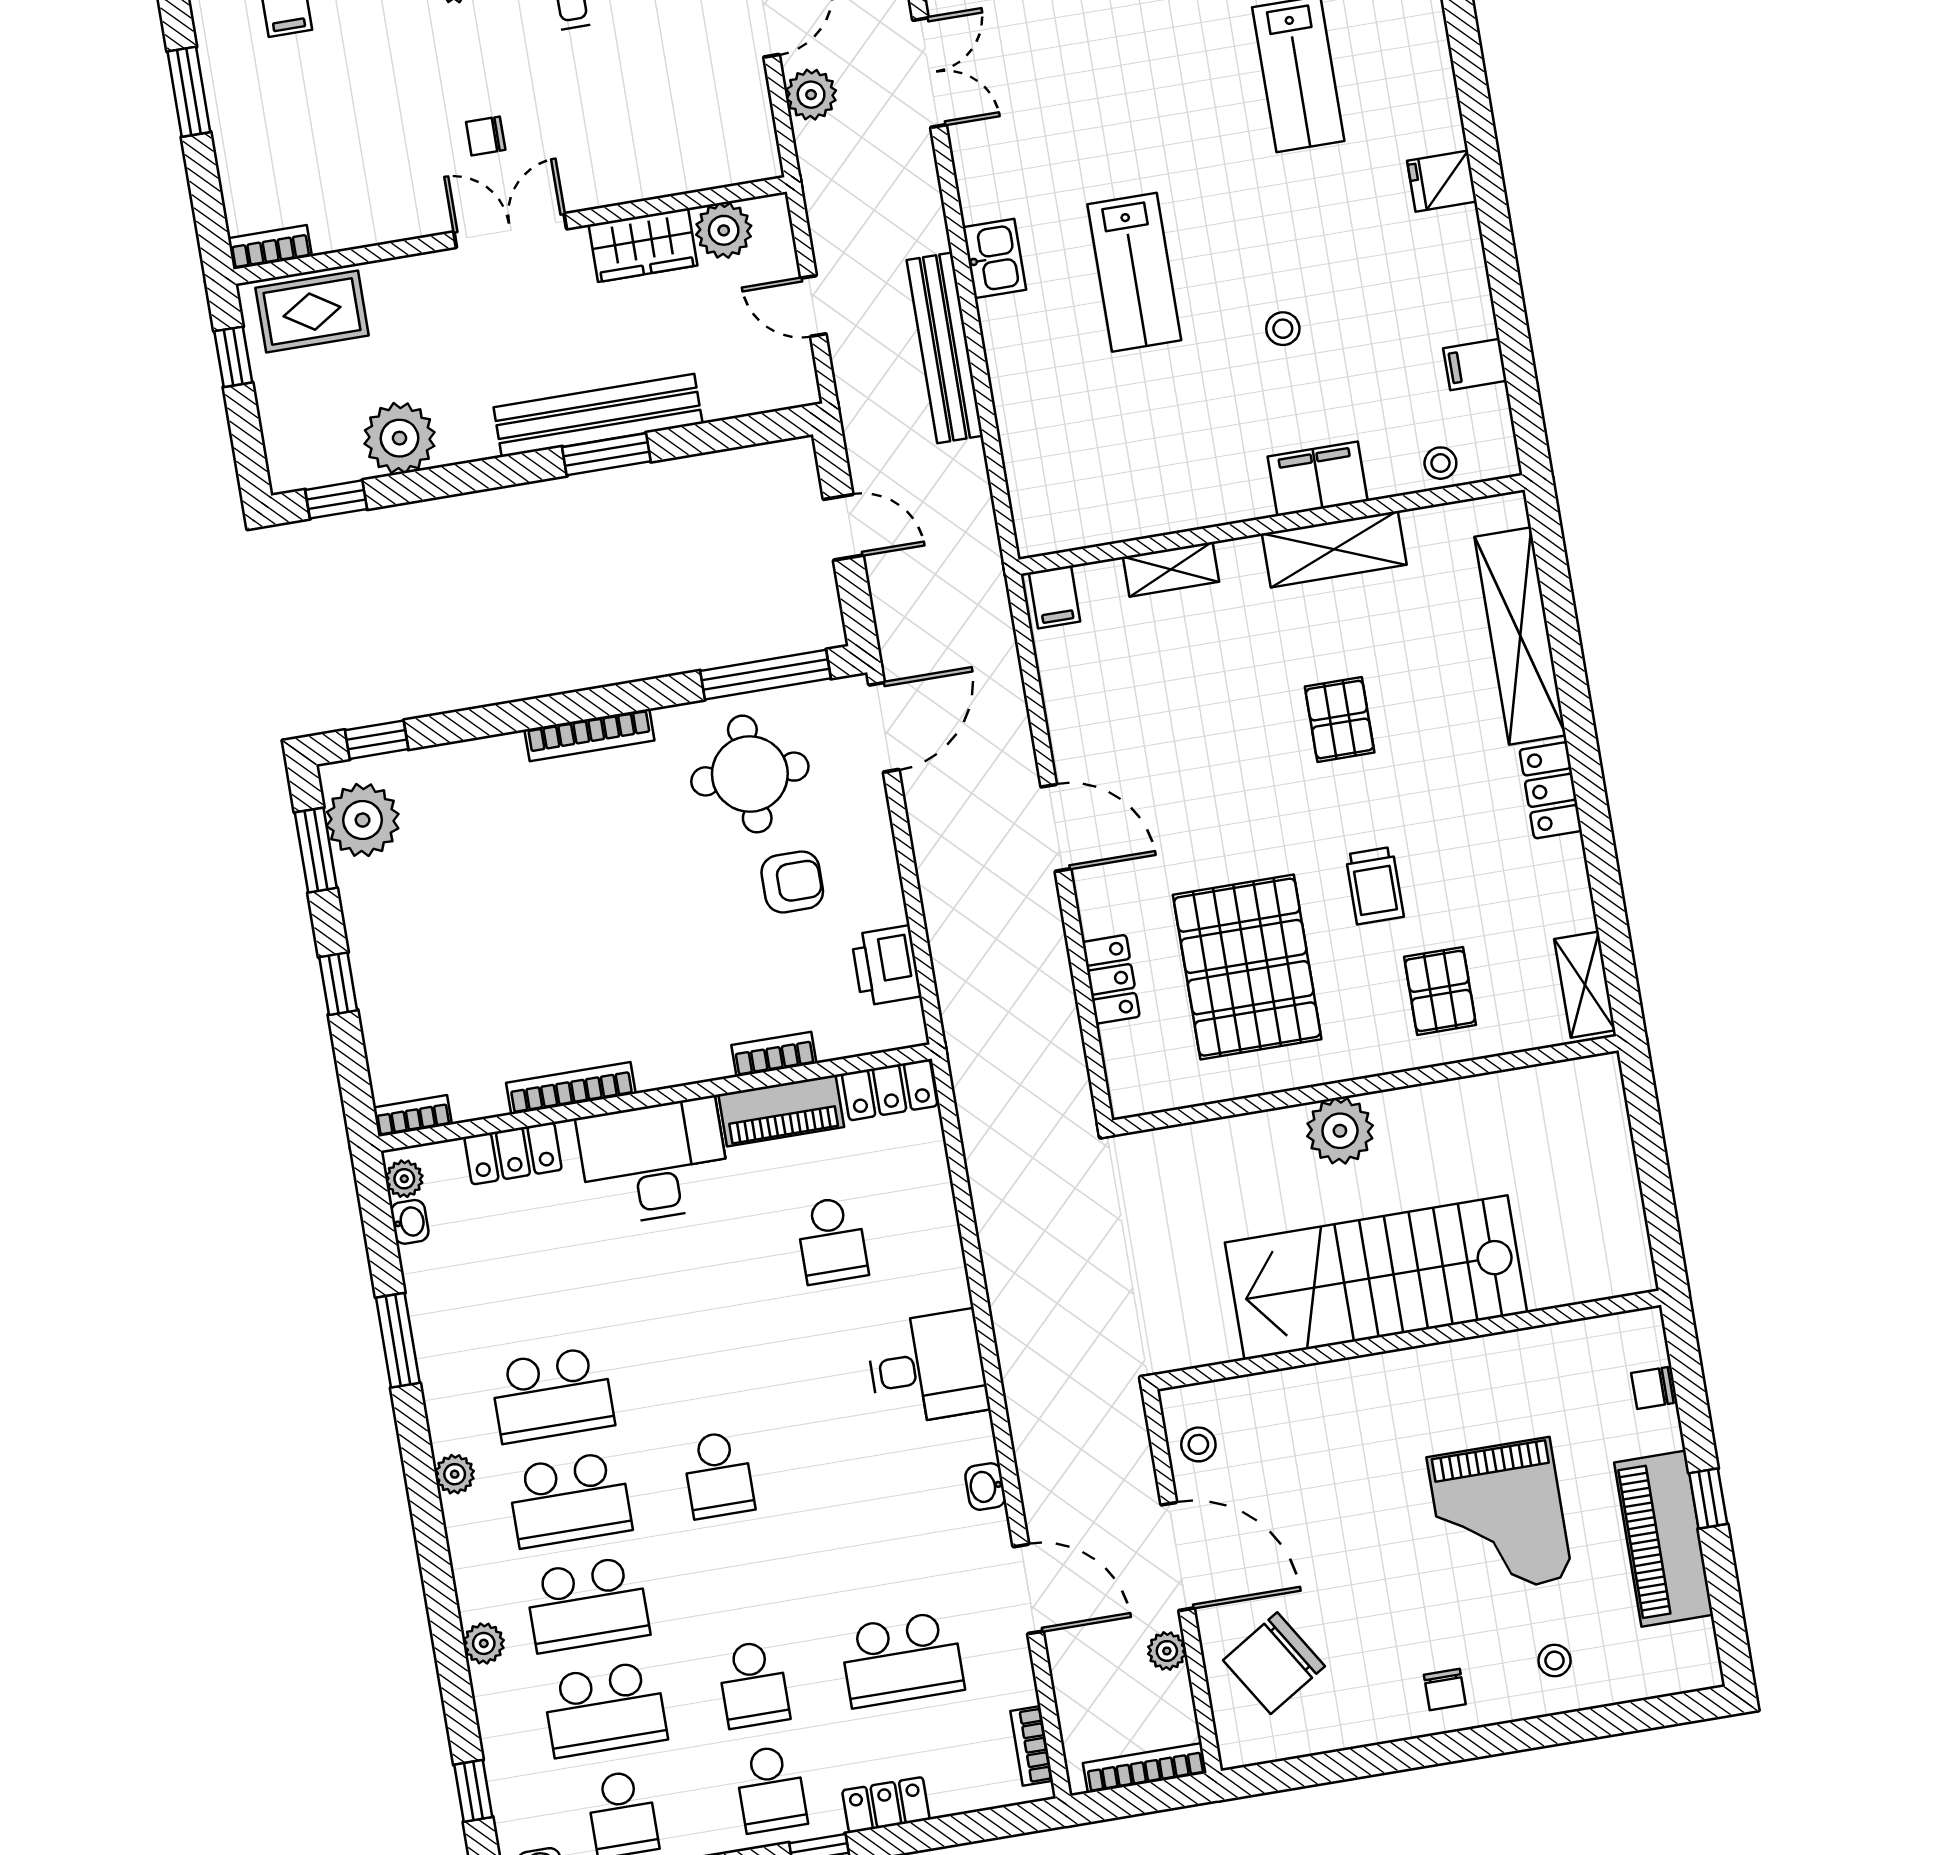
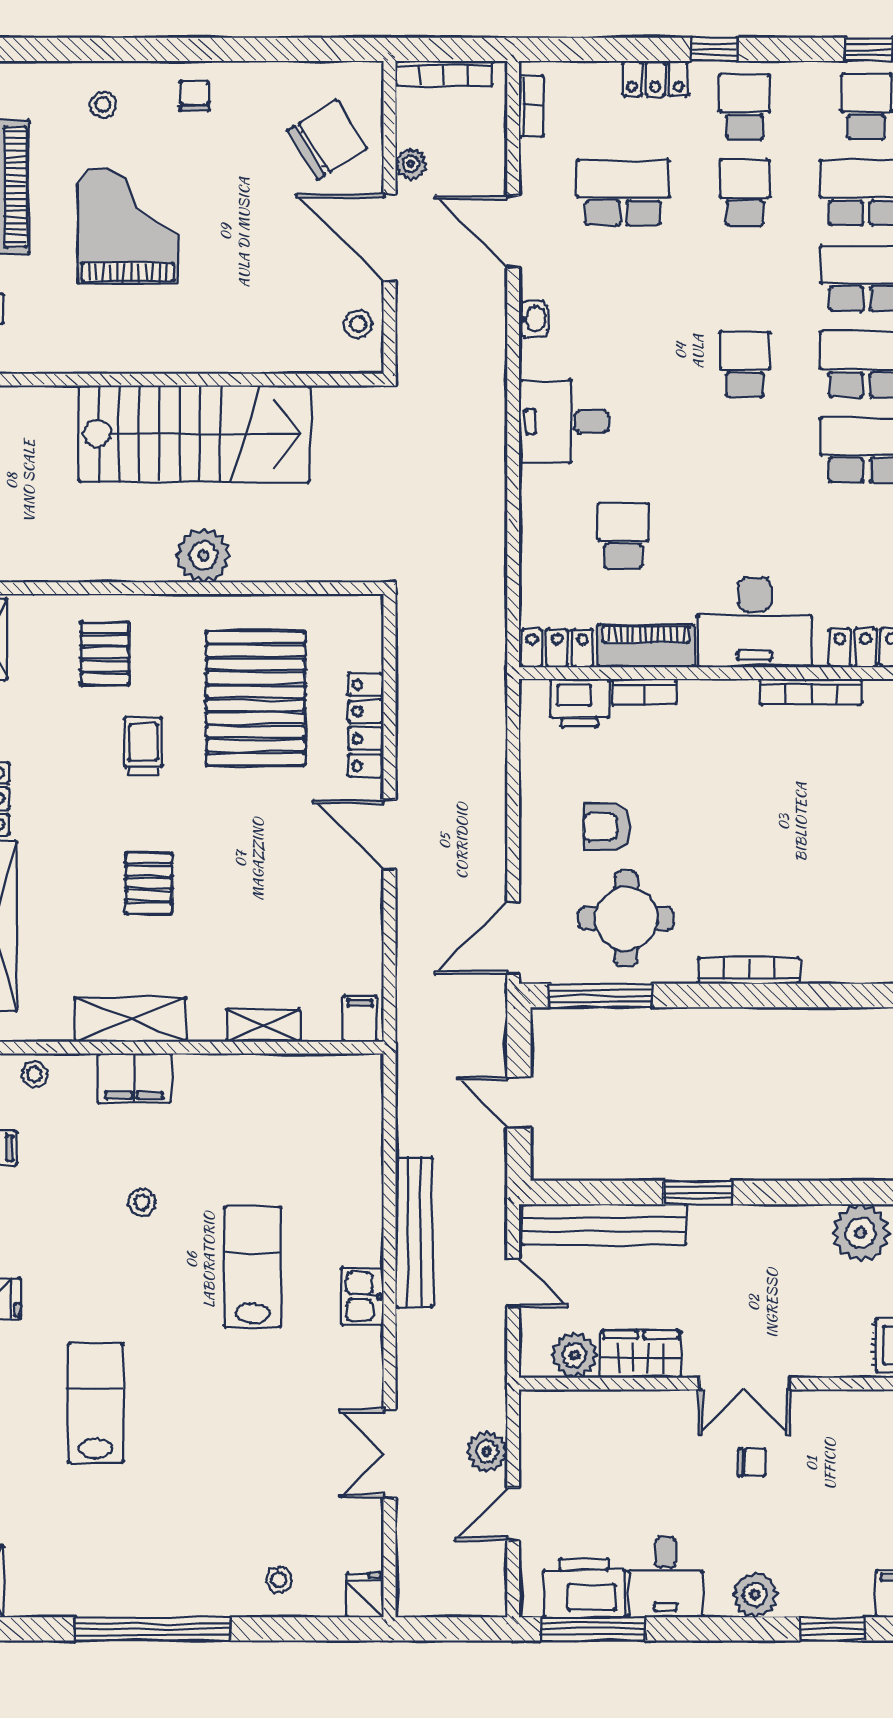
bench: (598, 415) -> (604, 1225), moved
printer: (886, 966) -> (579, 703), moved, turned 90
locker: (1111, 979) -> (366, 725), width x1.53

